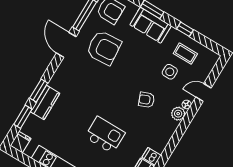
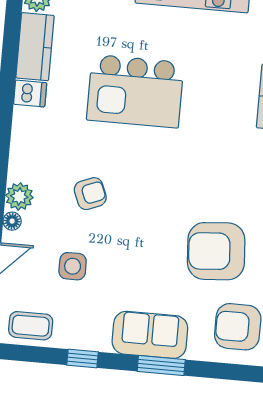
coffee table: (185, 54) -> (31, 326), moved
kitchen island: (105, 135) -> (135, 91), width x1.37, depth x1.28

